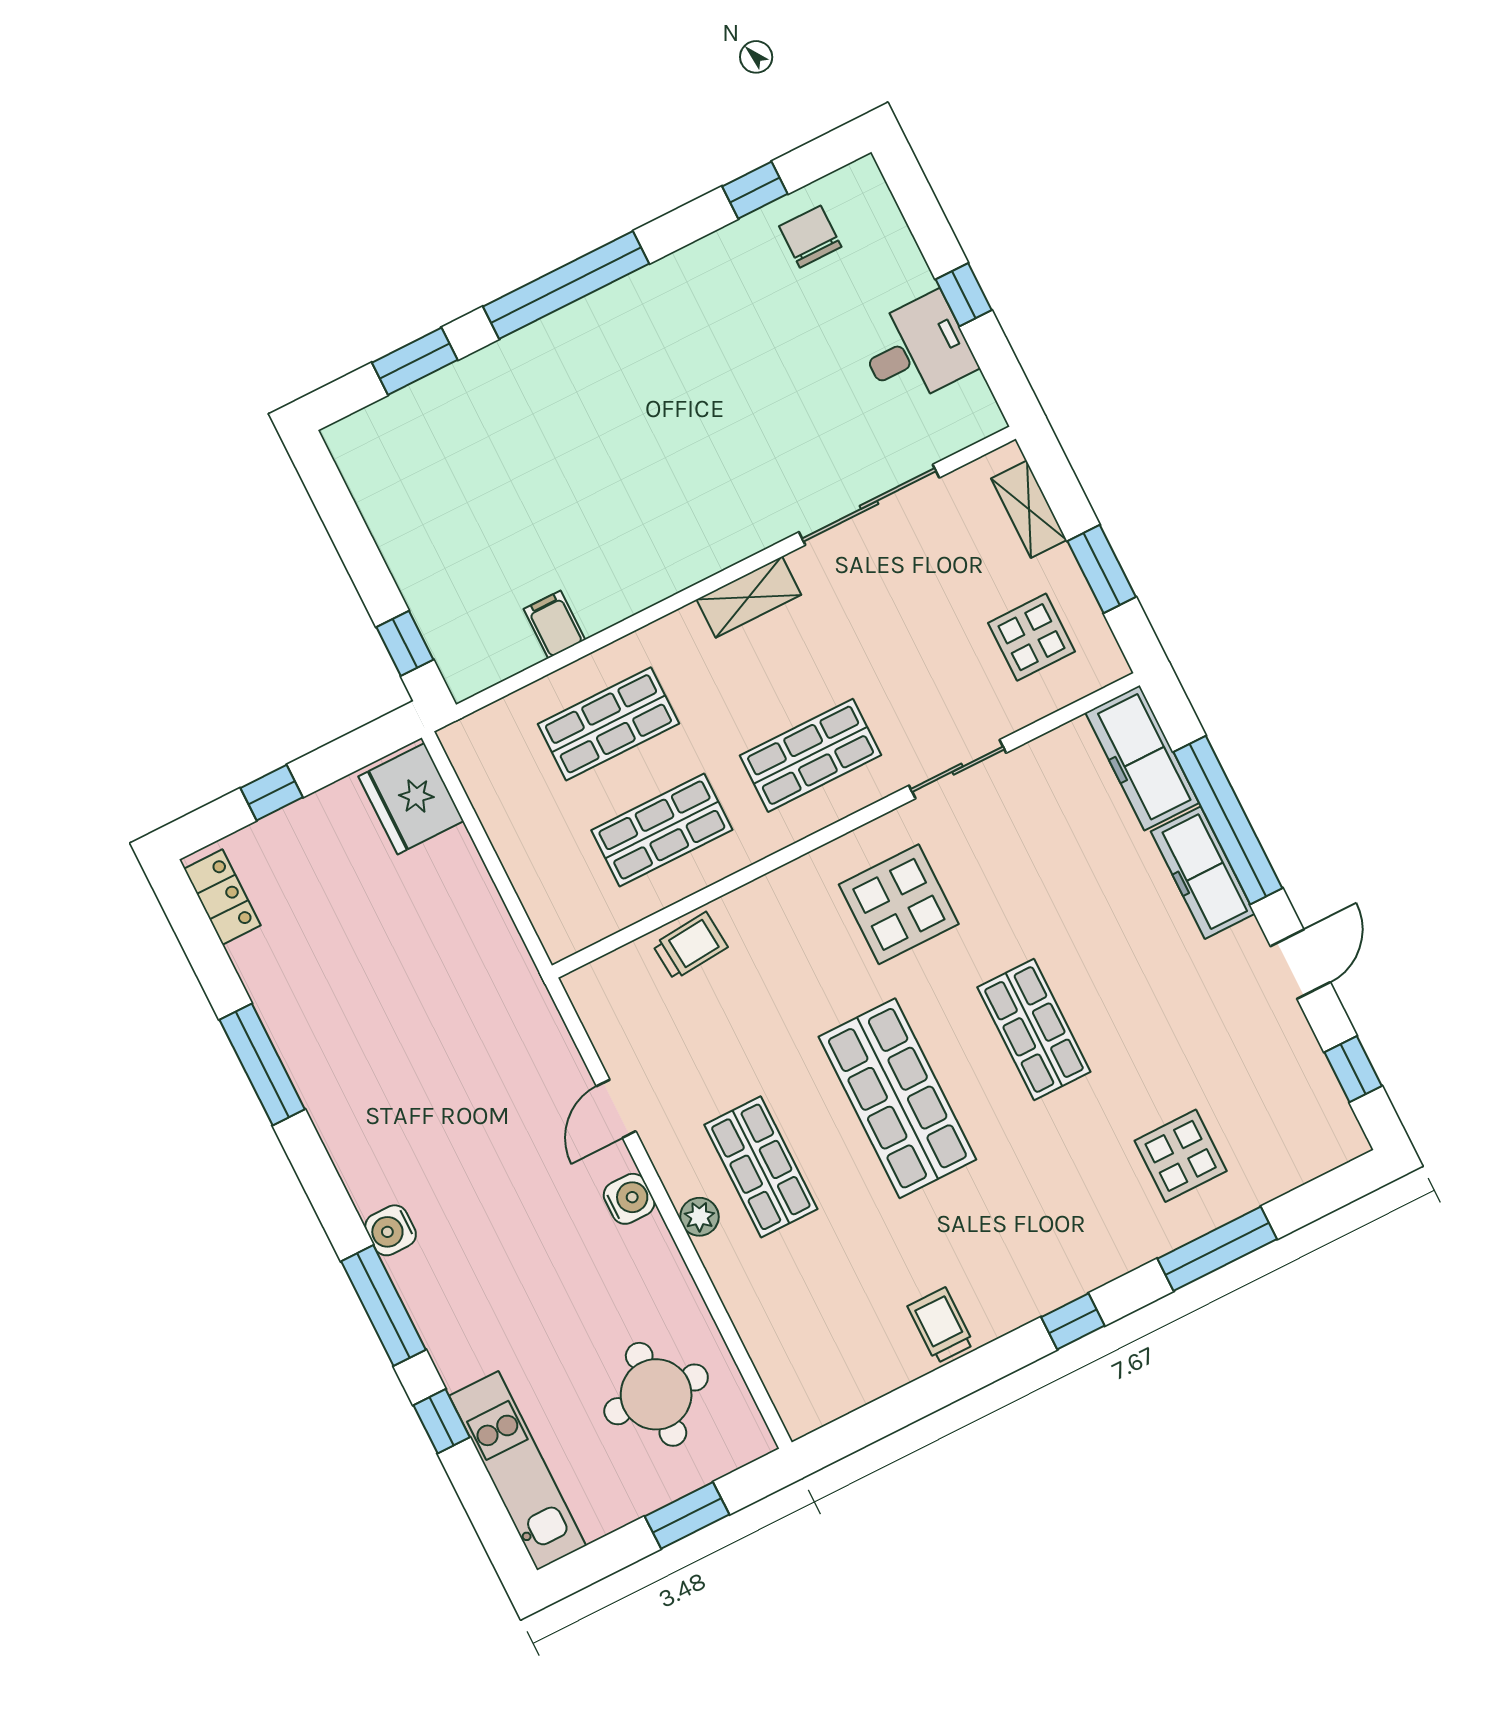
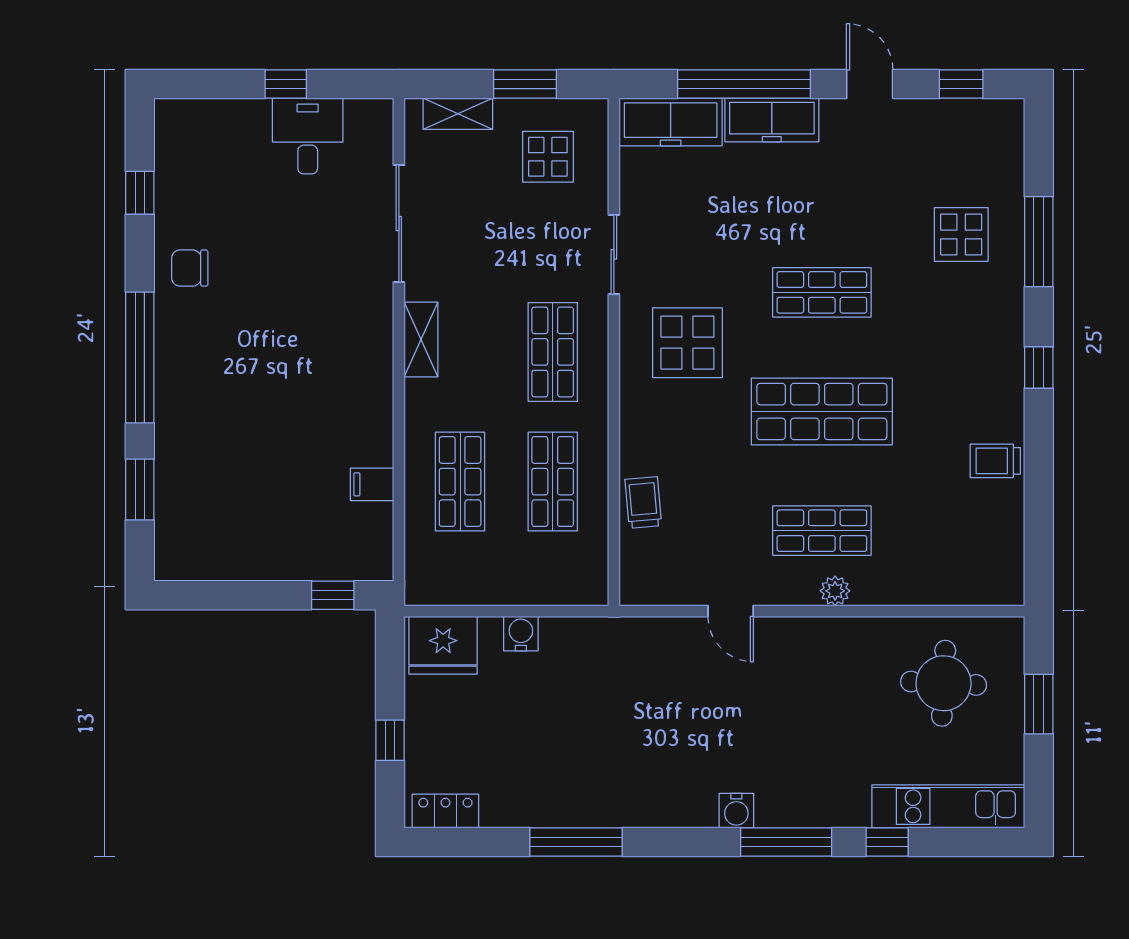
chair: (810, 237) -> (190, 268), moved
water cooler: (629, 1199) -> (521, 634), moved

